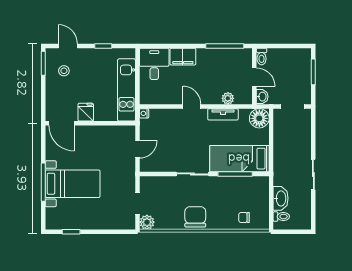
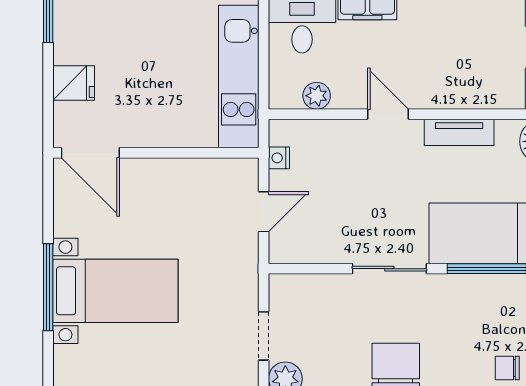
stool: (64, 71) -> (96, 33), removed
plant: (228, 98) -> (317, 96), moved
fridge: (86, 112) -> (74, 83), moved, turned 90
nightstand: (144, 113) -> (279, 158), moved

